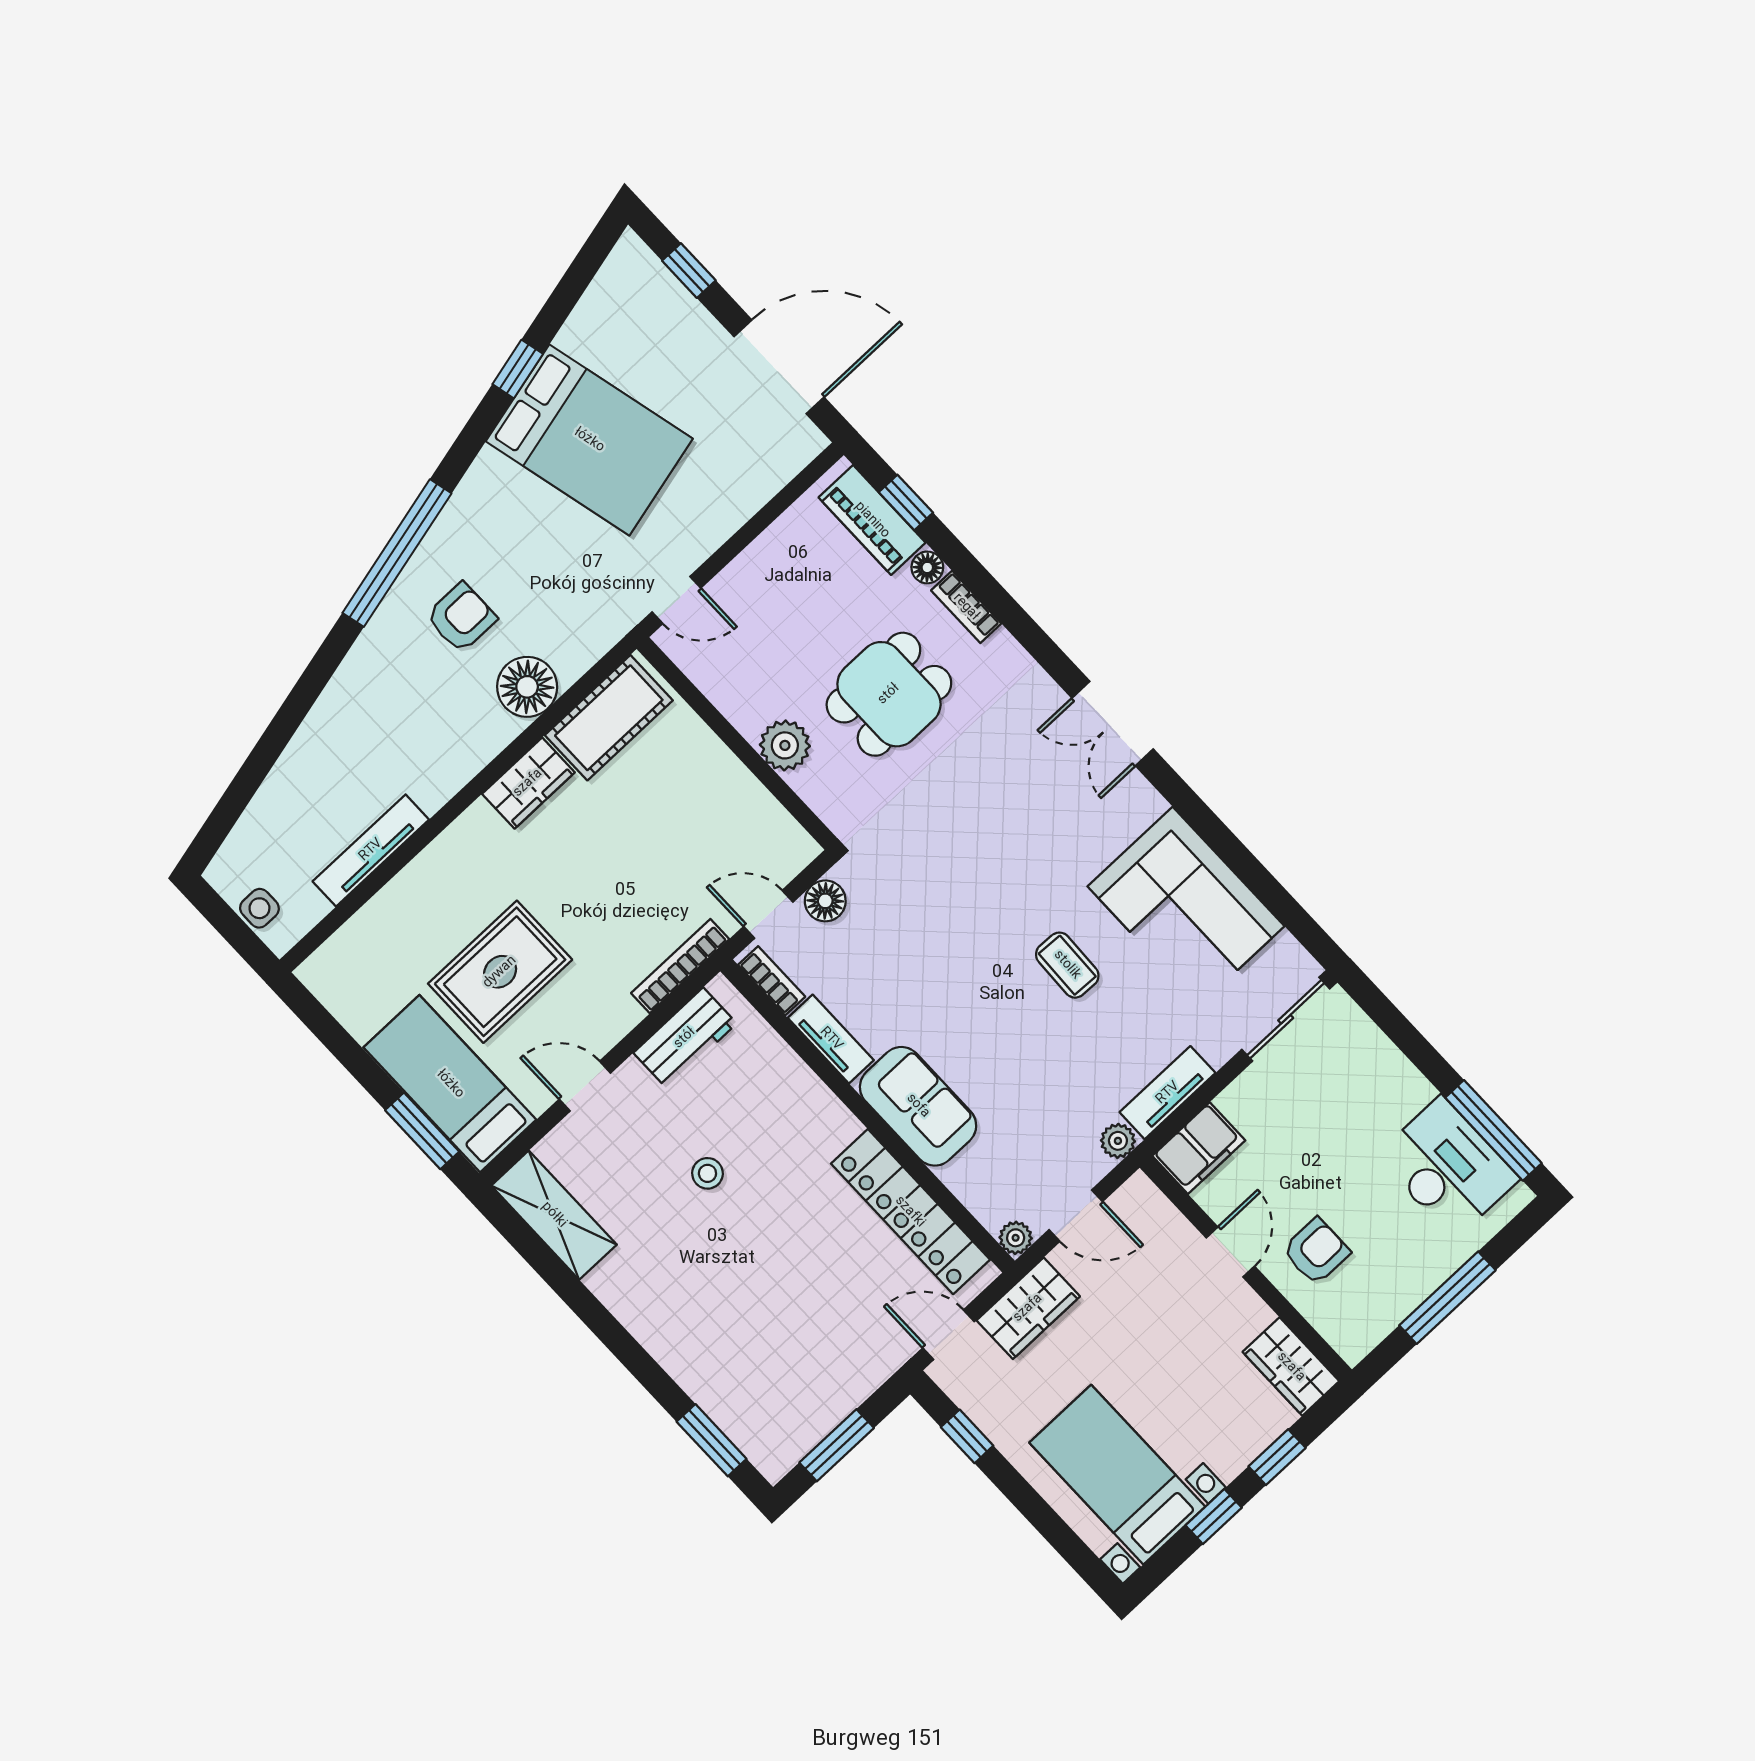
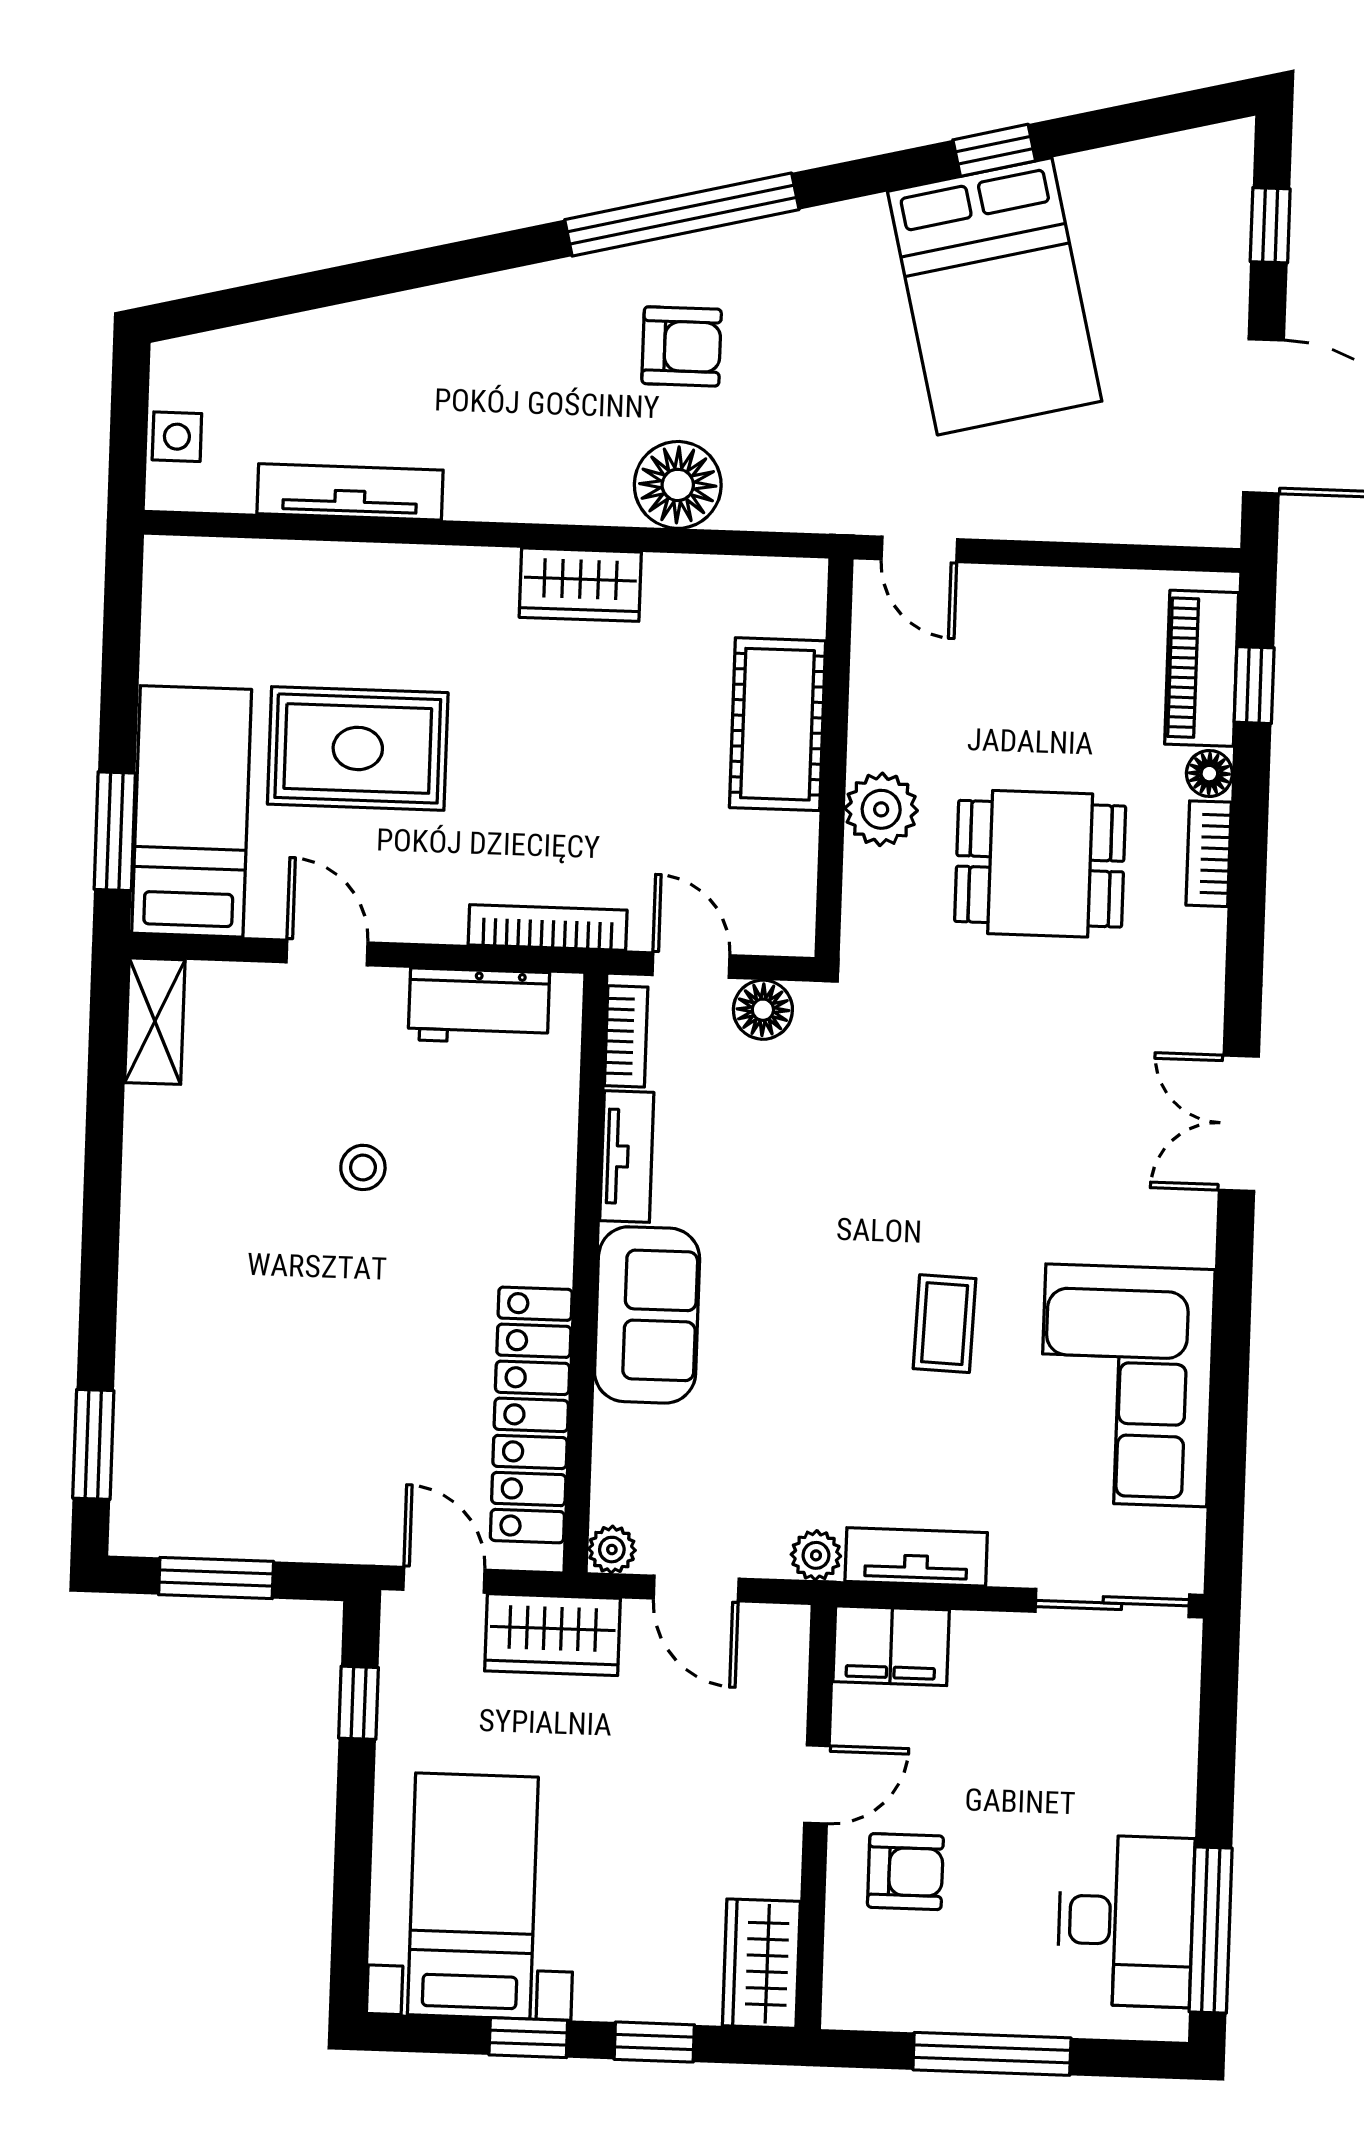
cot: (609, 718) -> (778, 724), moved, turned 90
shelving: (554, 1215) -> (155, 1021), width x0.67, depth x0.75

